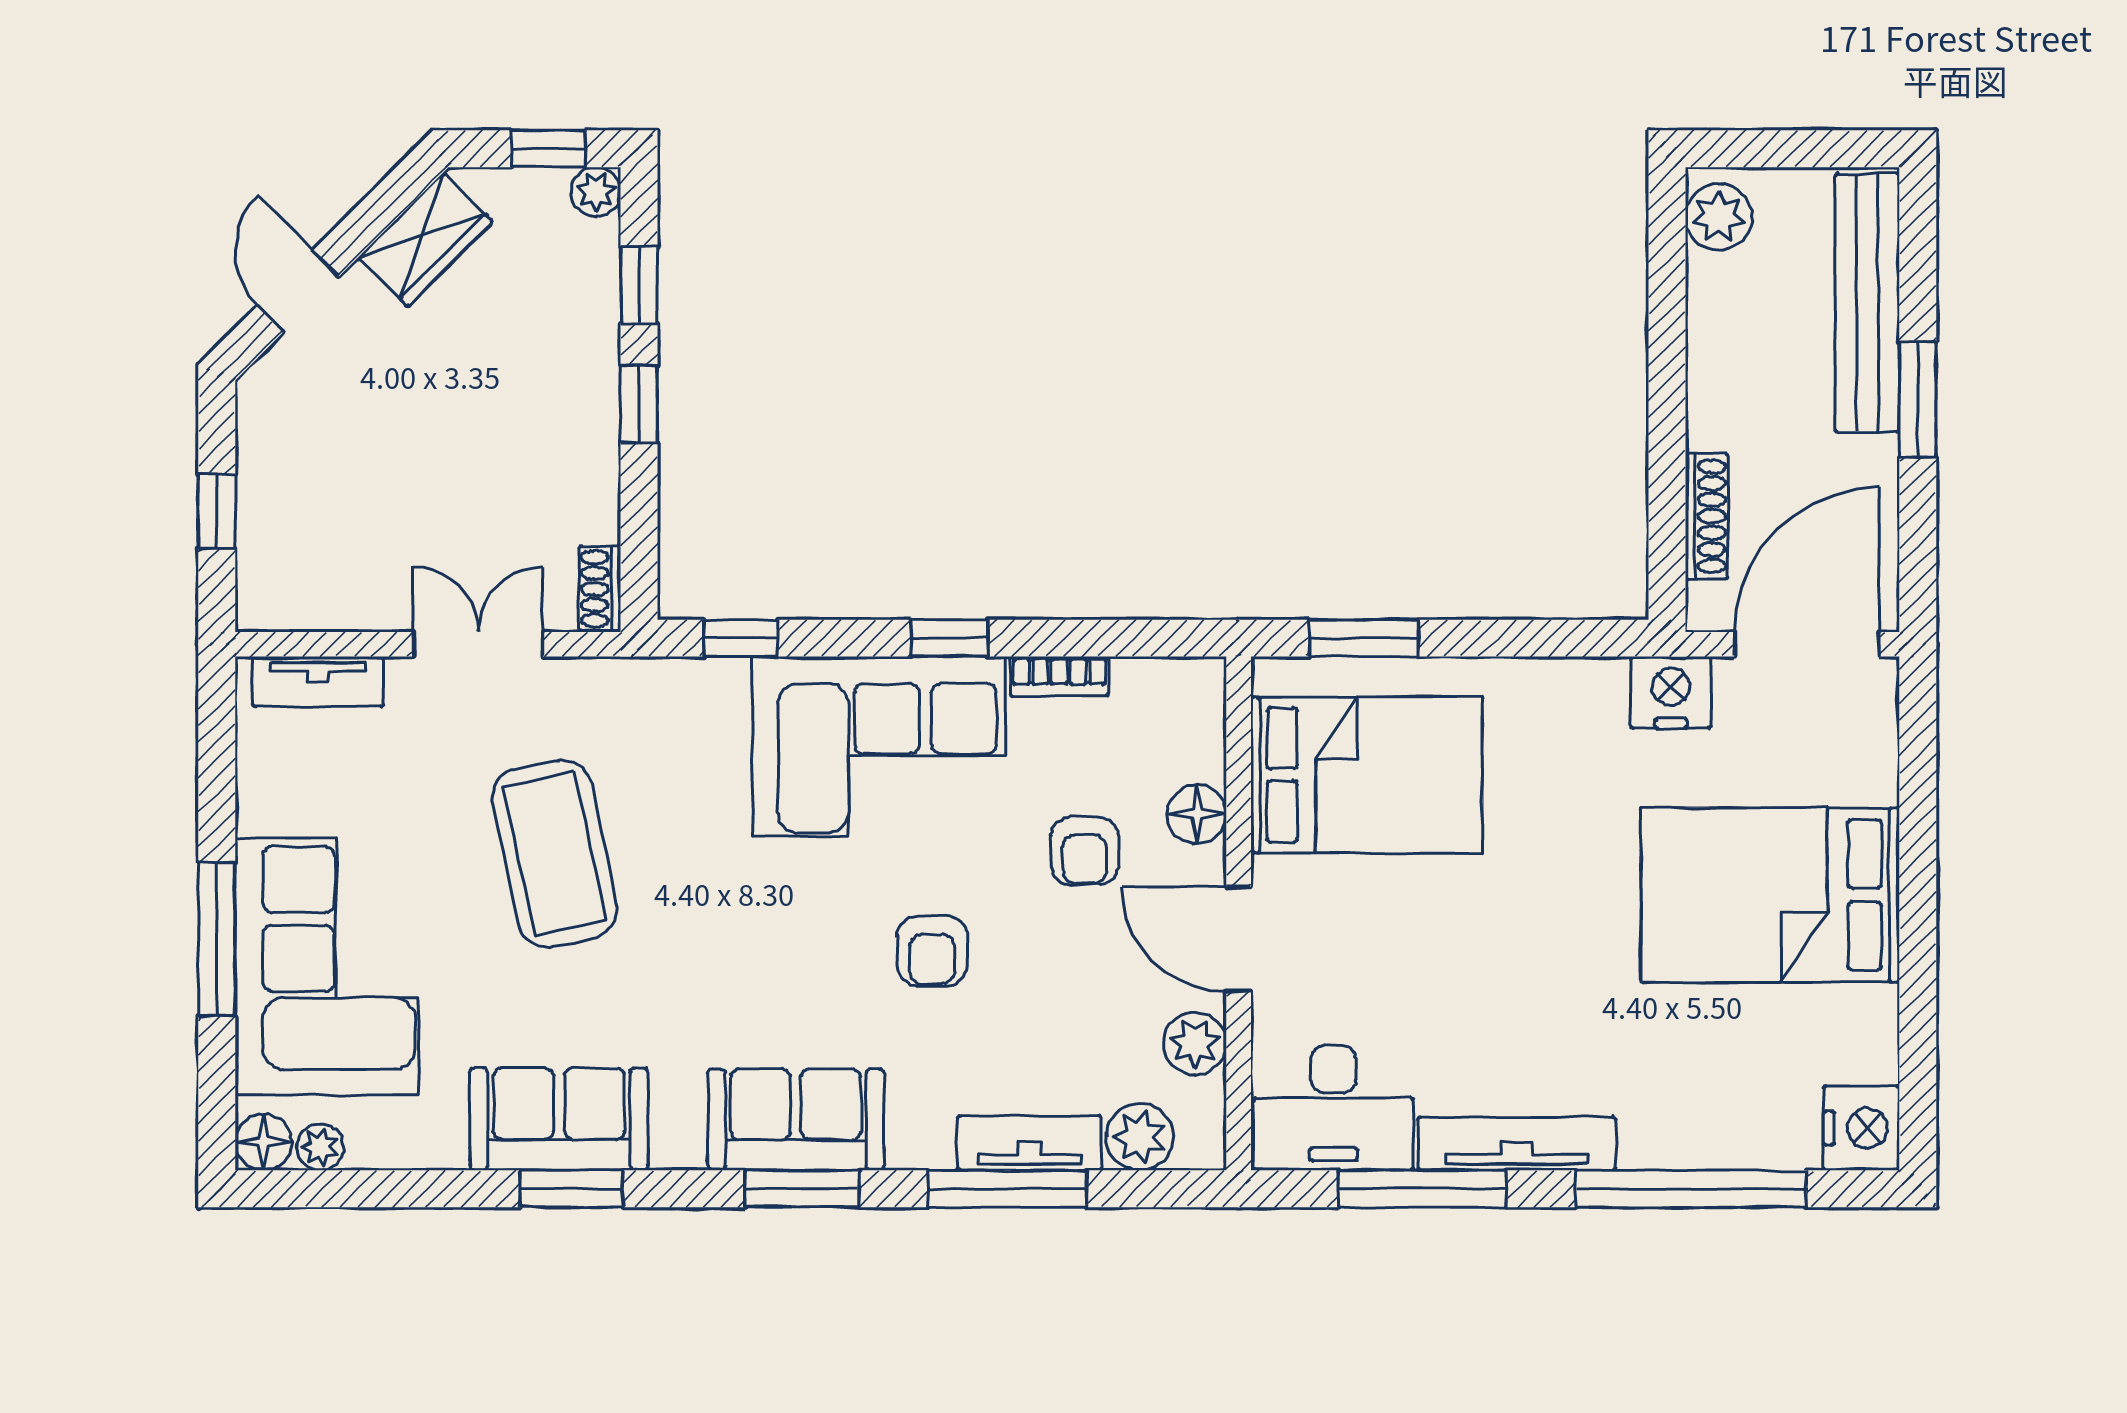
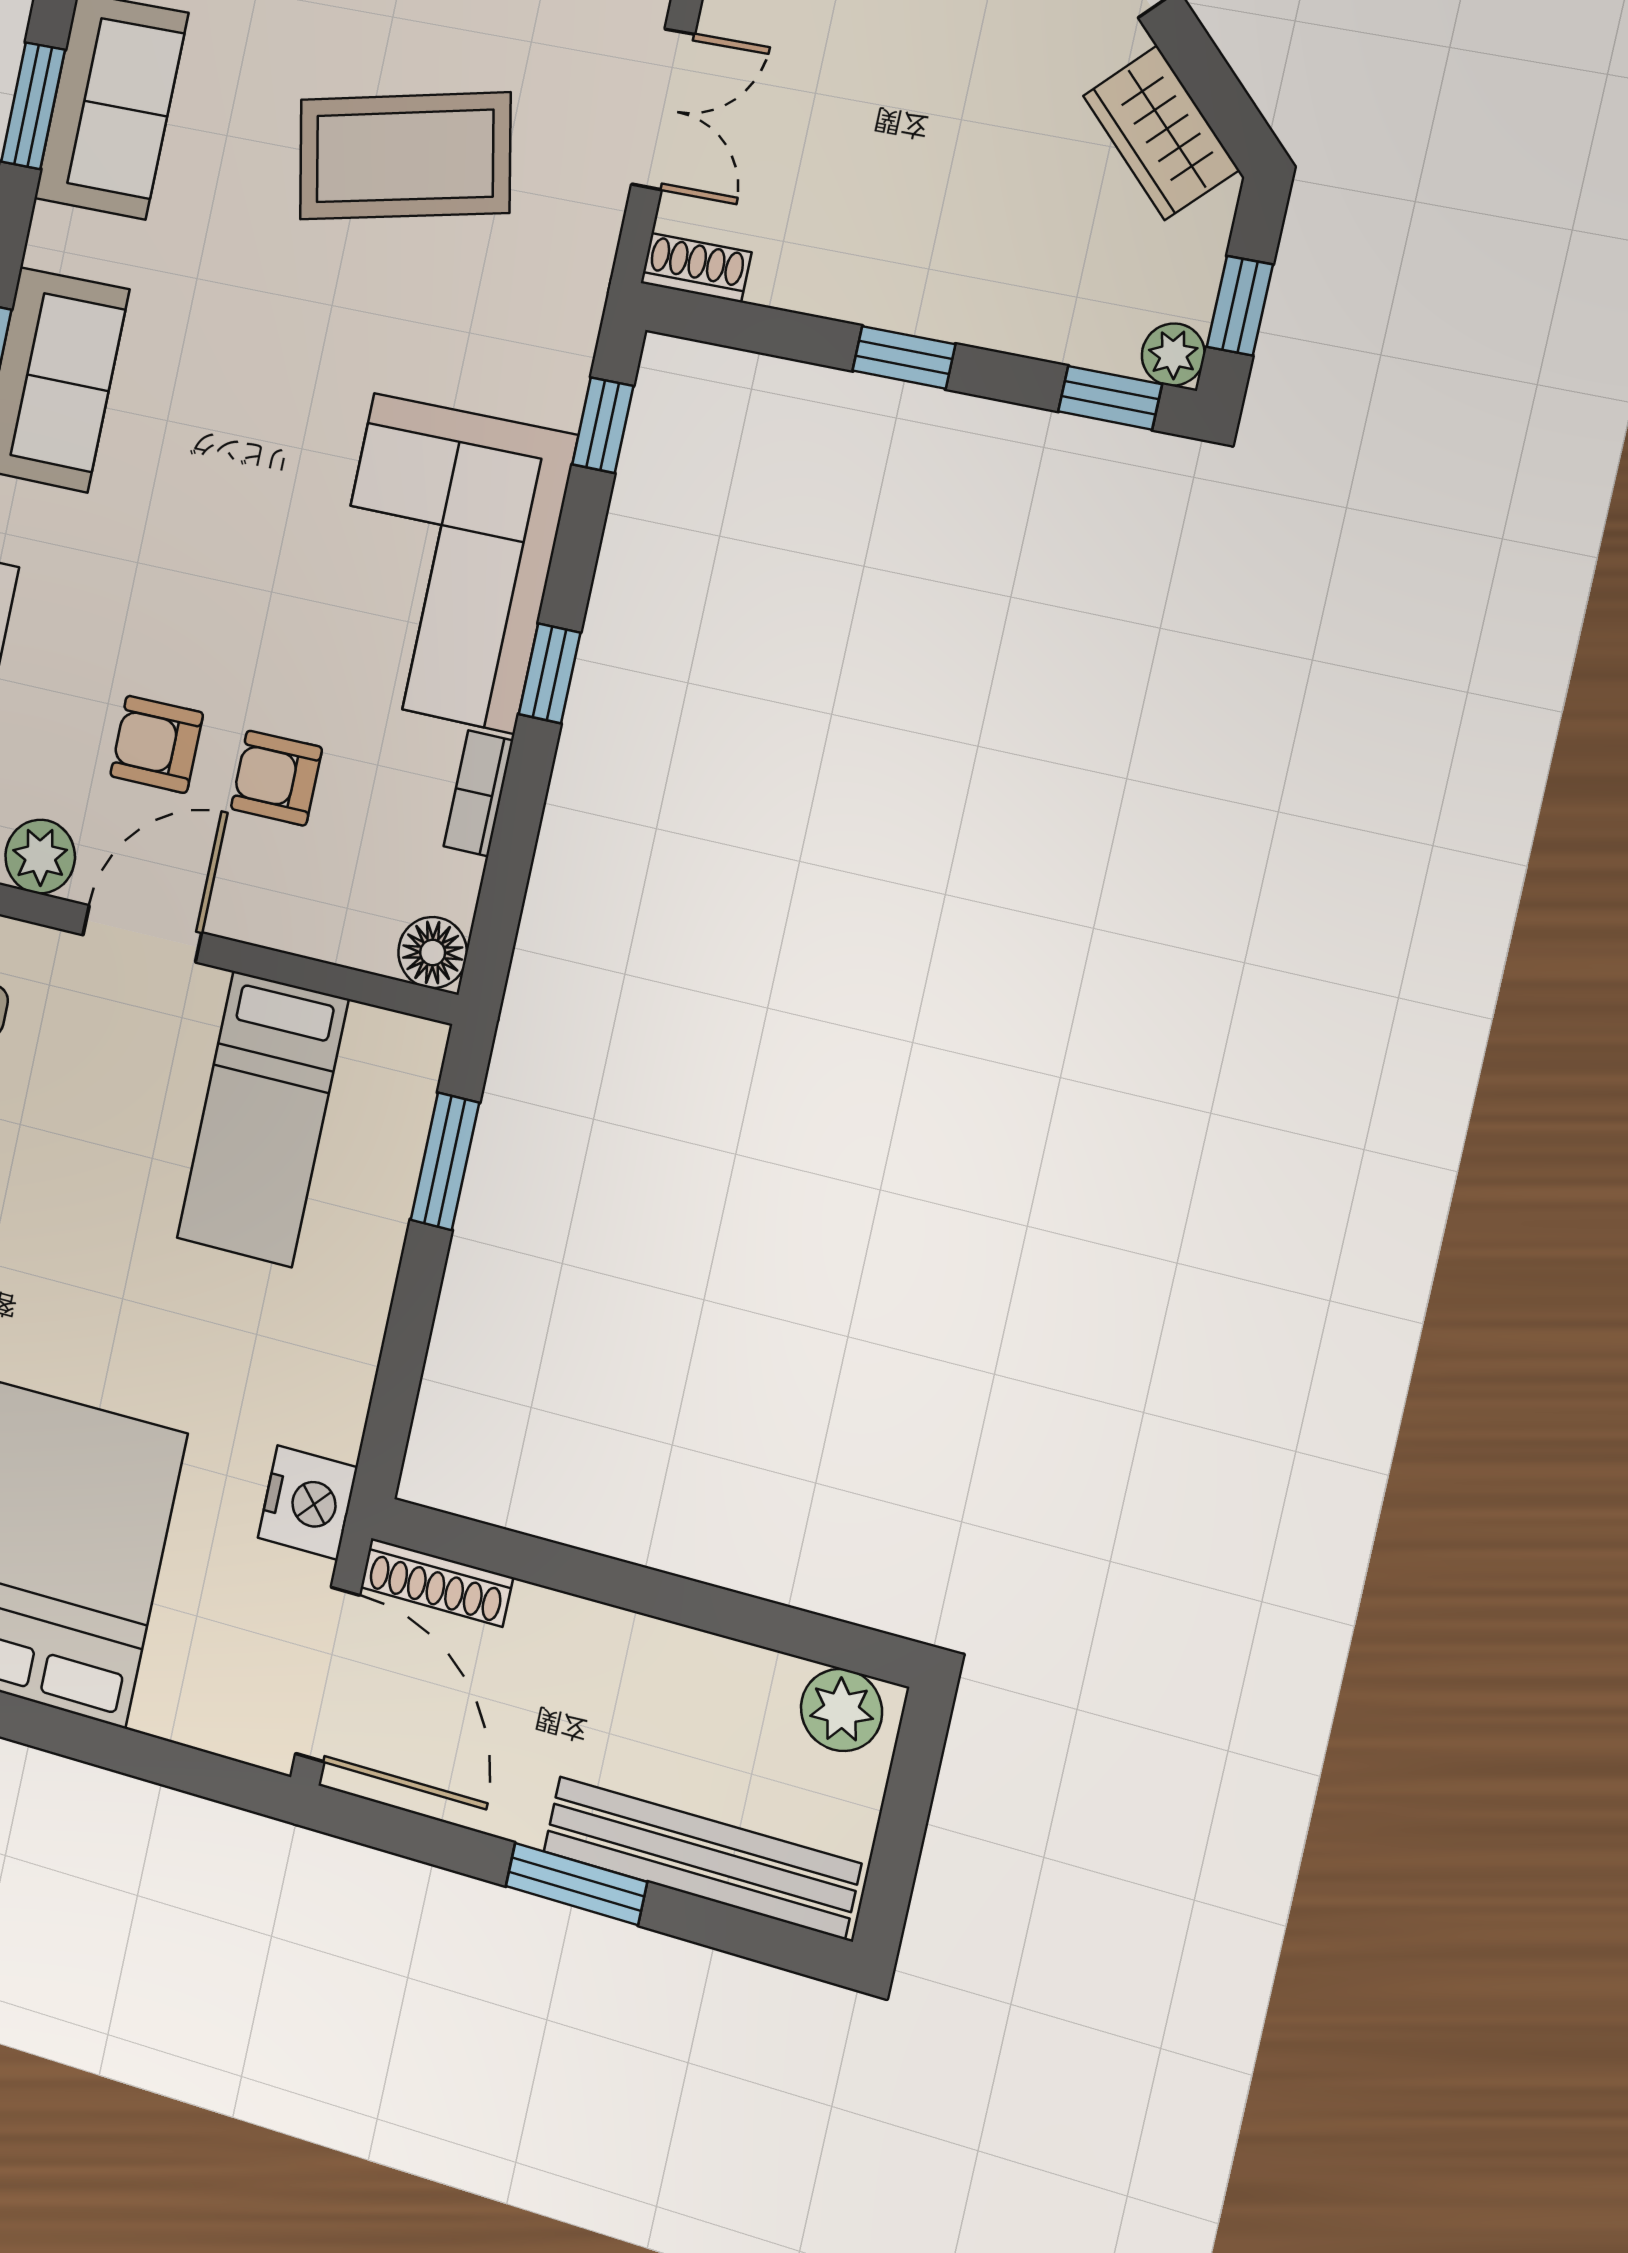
window: (639, 285) -> (1110, 398), moved
shoe rack: (1707, 516) -> (437, 1582), moved
bed: (1367, 775) -> (263, 1119), width x0.67
floor lamp: (1197, 814) -> (433, 953), moved
armchair: (932, 951) -> (157, 744), moved

